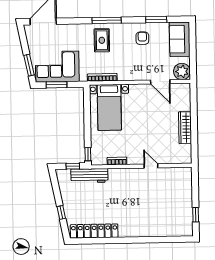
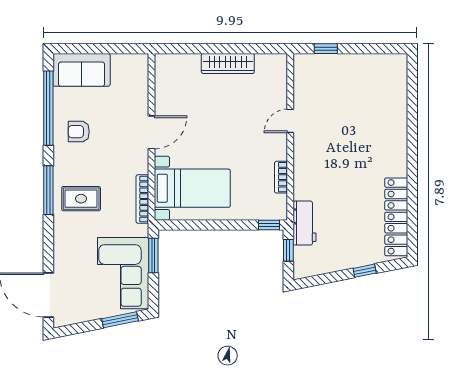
window: (156, 20) -> (48, 108), width x2.11
plant: (182, 71) -> (135, 67), removed
door: (160, 82) -> (151, 132), moved
window: (57, 85) -> (153, 255), moved
workbench: (89, 176) -> (305, 223), width x0.73
window: (196, 215) -> (326, 49), moved

